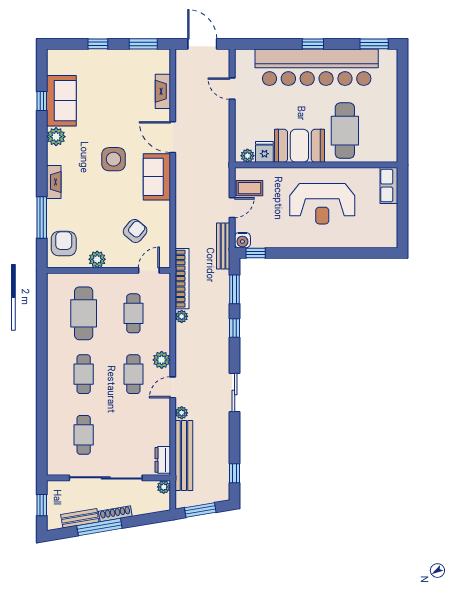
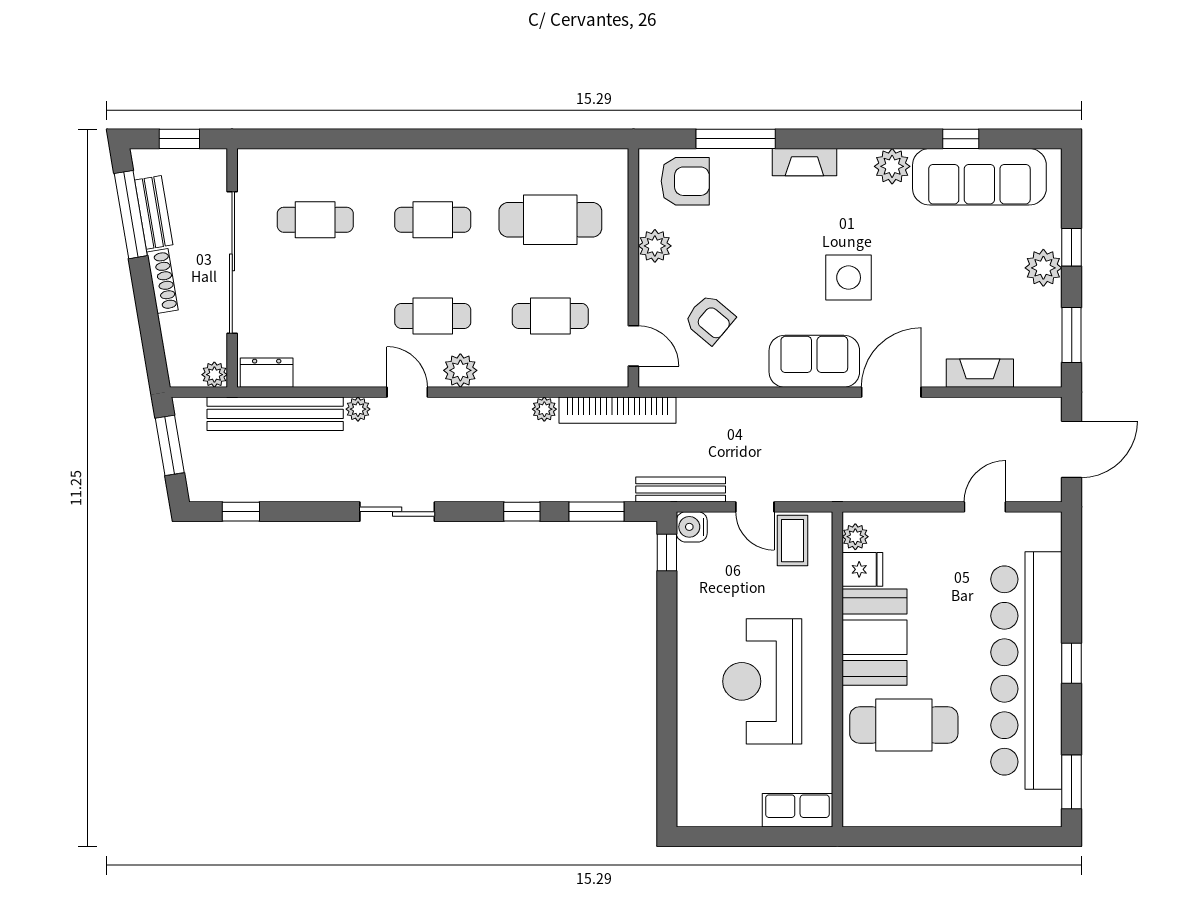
plant: (108, 58) -> (1043, 268), added
sofa: (61, 101) -> (979, 177), width x1.36
window: (99, 527) -> (131, 215), moved

